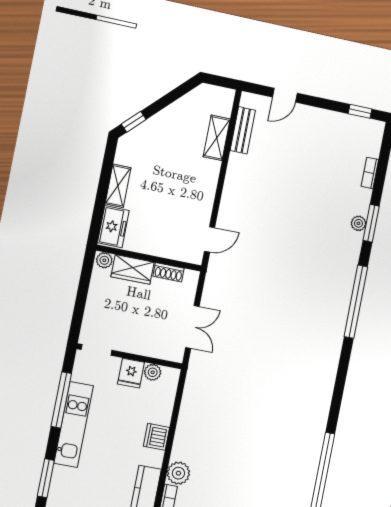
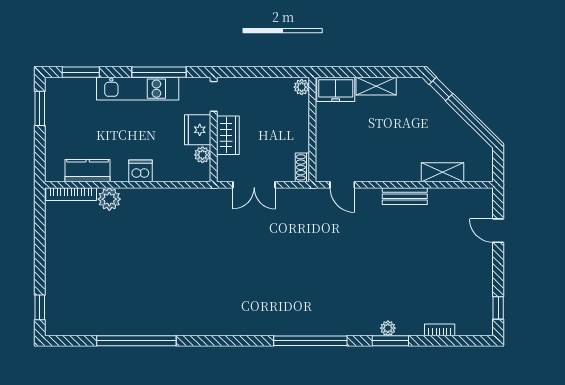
bench: (243, 130) -> (405, 196), moved
wardrobe: (133, 269) -> (228, 135), moved, turned 180
shoe rack: (169, 272) -> (302, 167), moved
fridge: (131, 373) -> (198, 130), width x1.38

